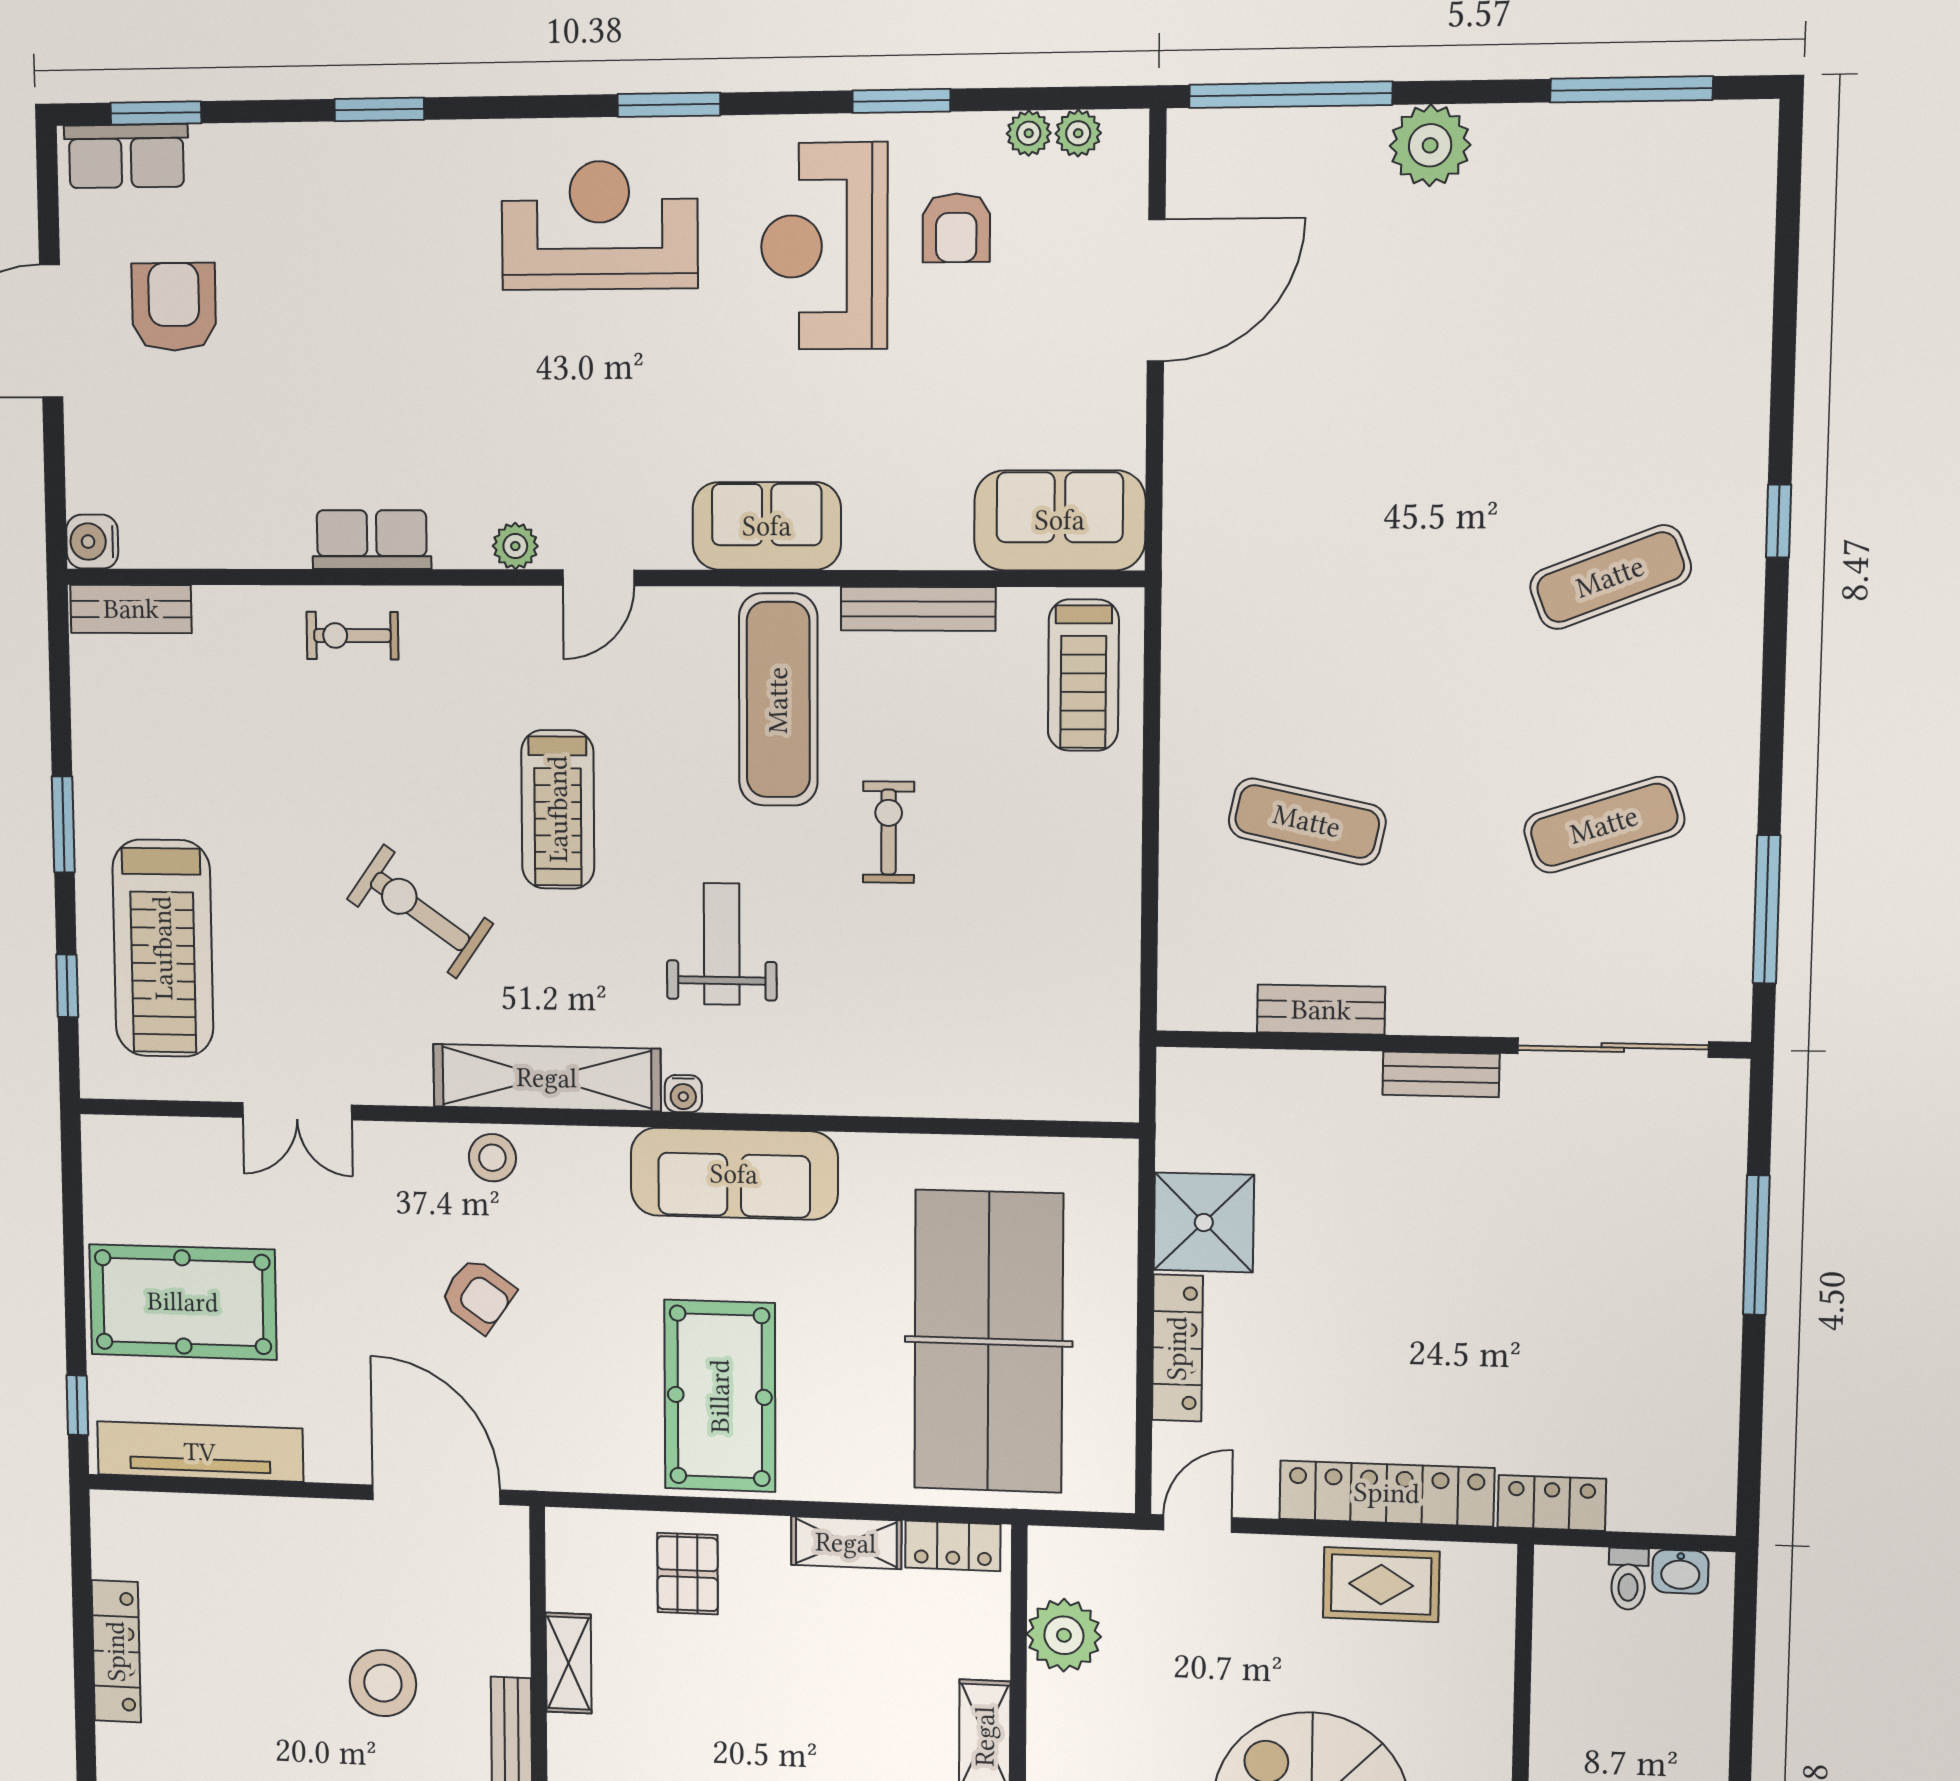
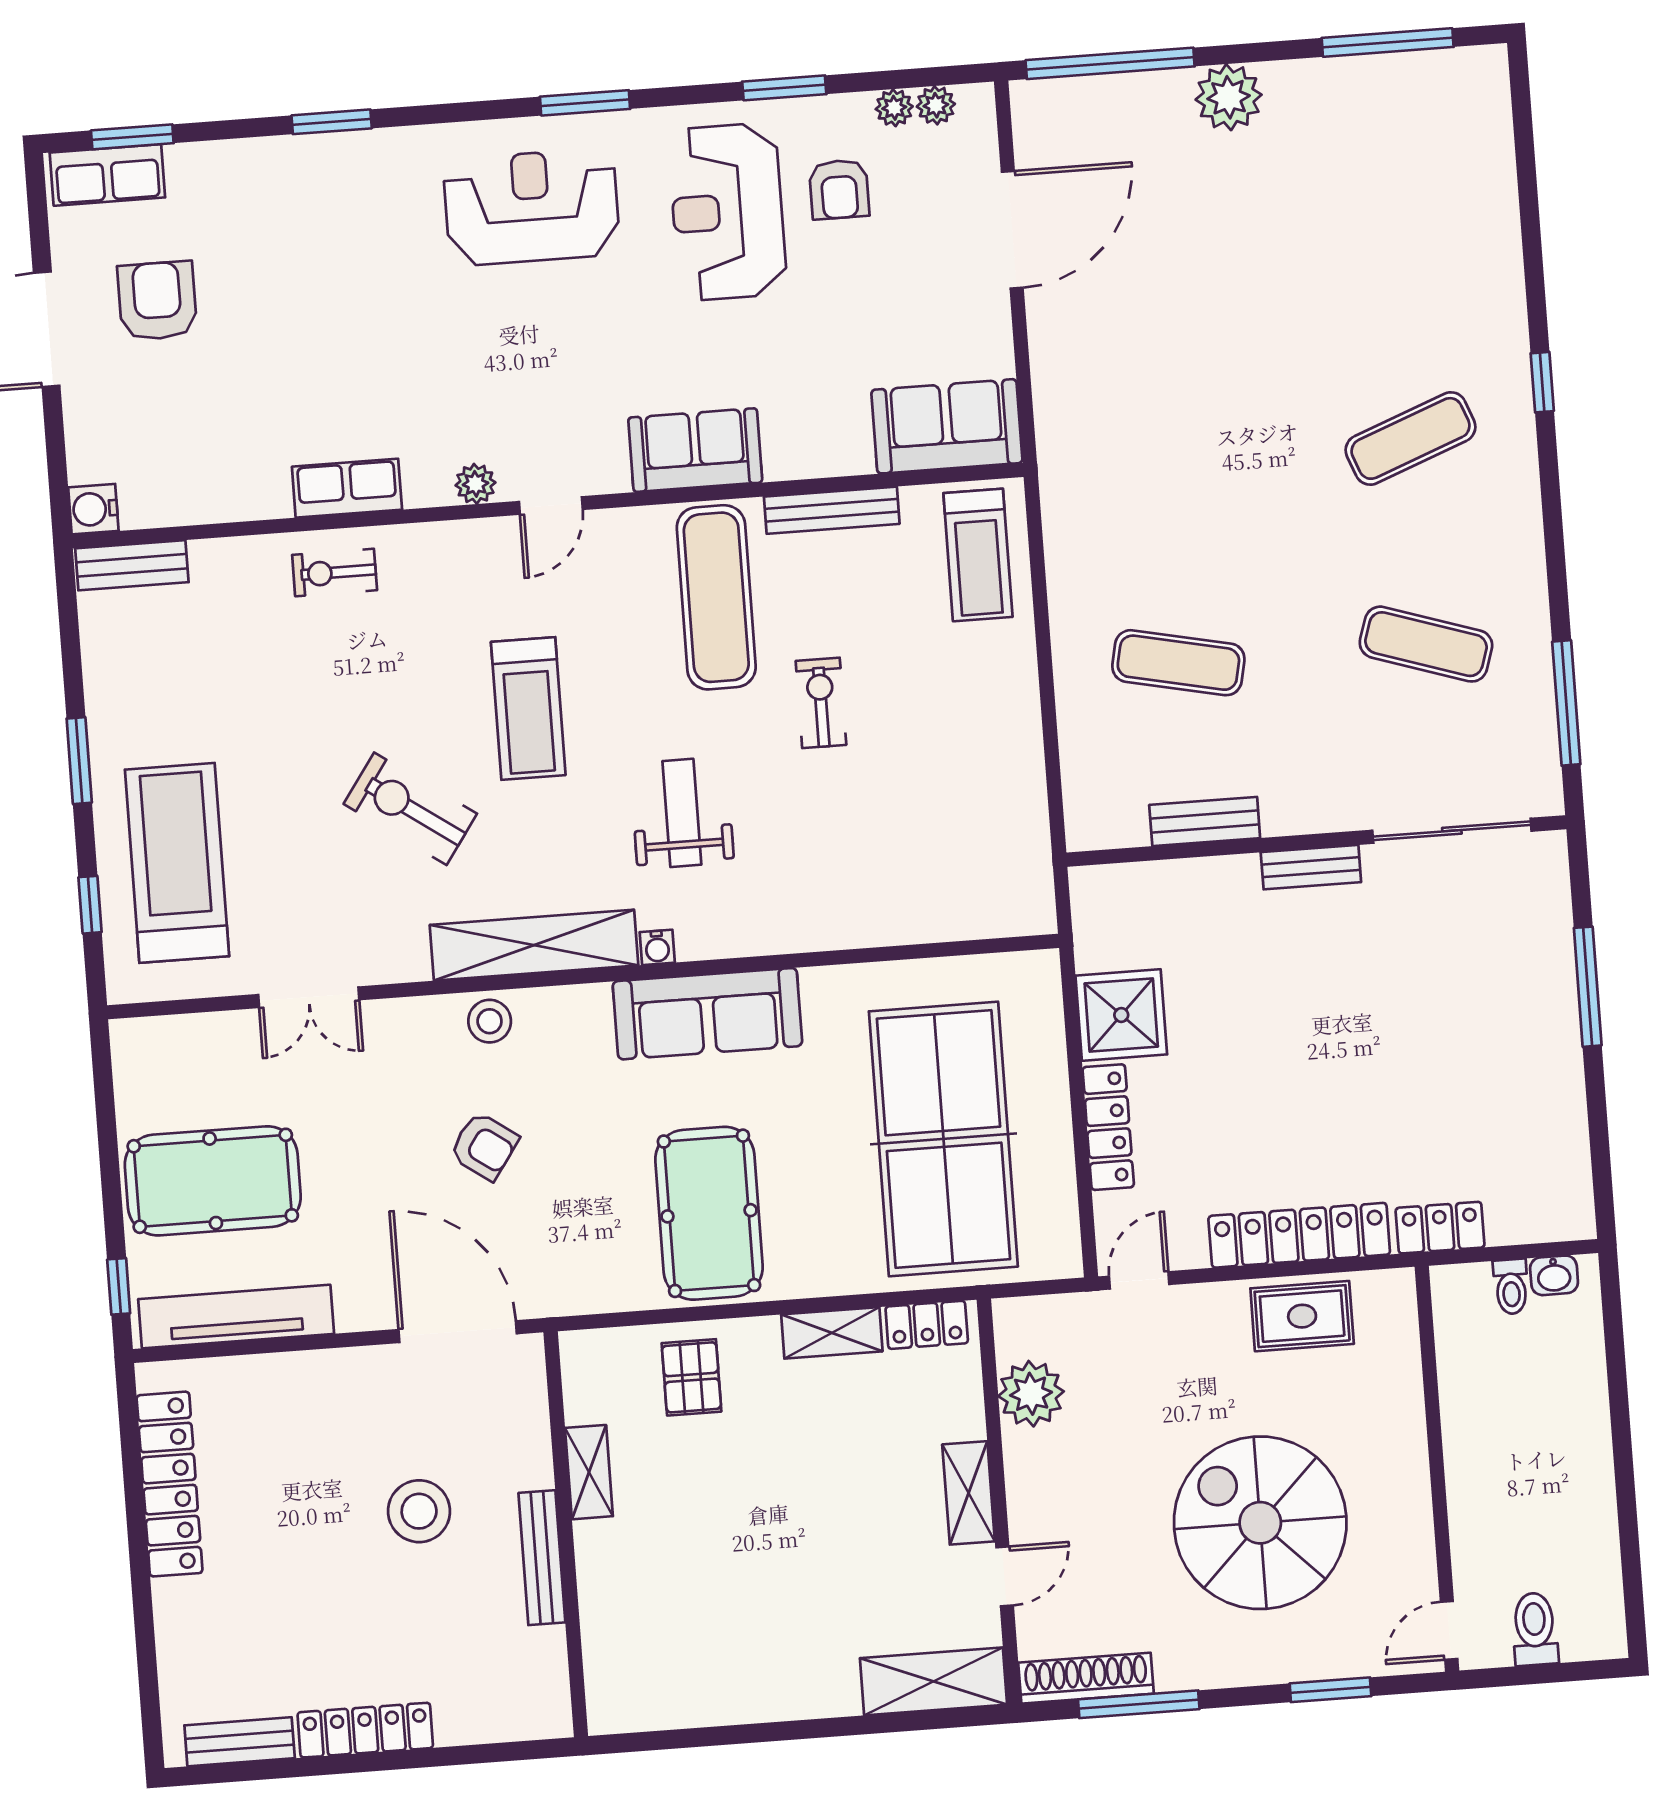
exercise mat: (1604, 825) -> (1426, 644), turned 36
treadmill: (163, 948) -> (177, 863), turned 180
locker: (116, 1651) -> (170, 1484), width x1.41, depth x1.21

